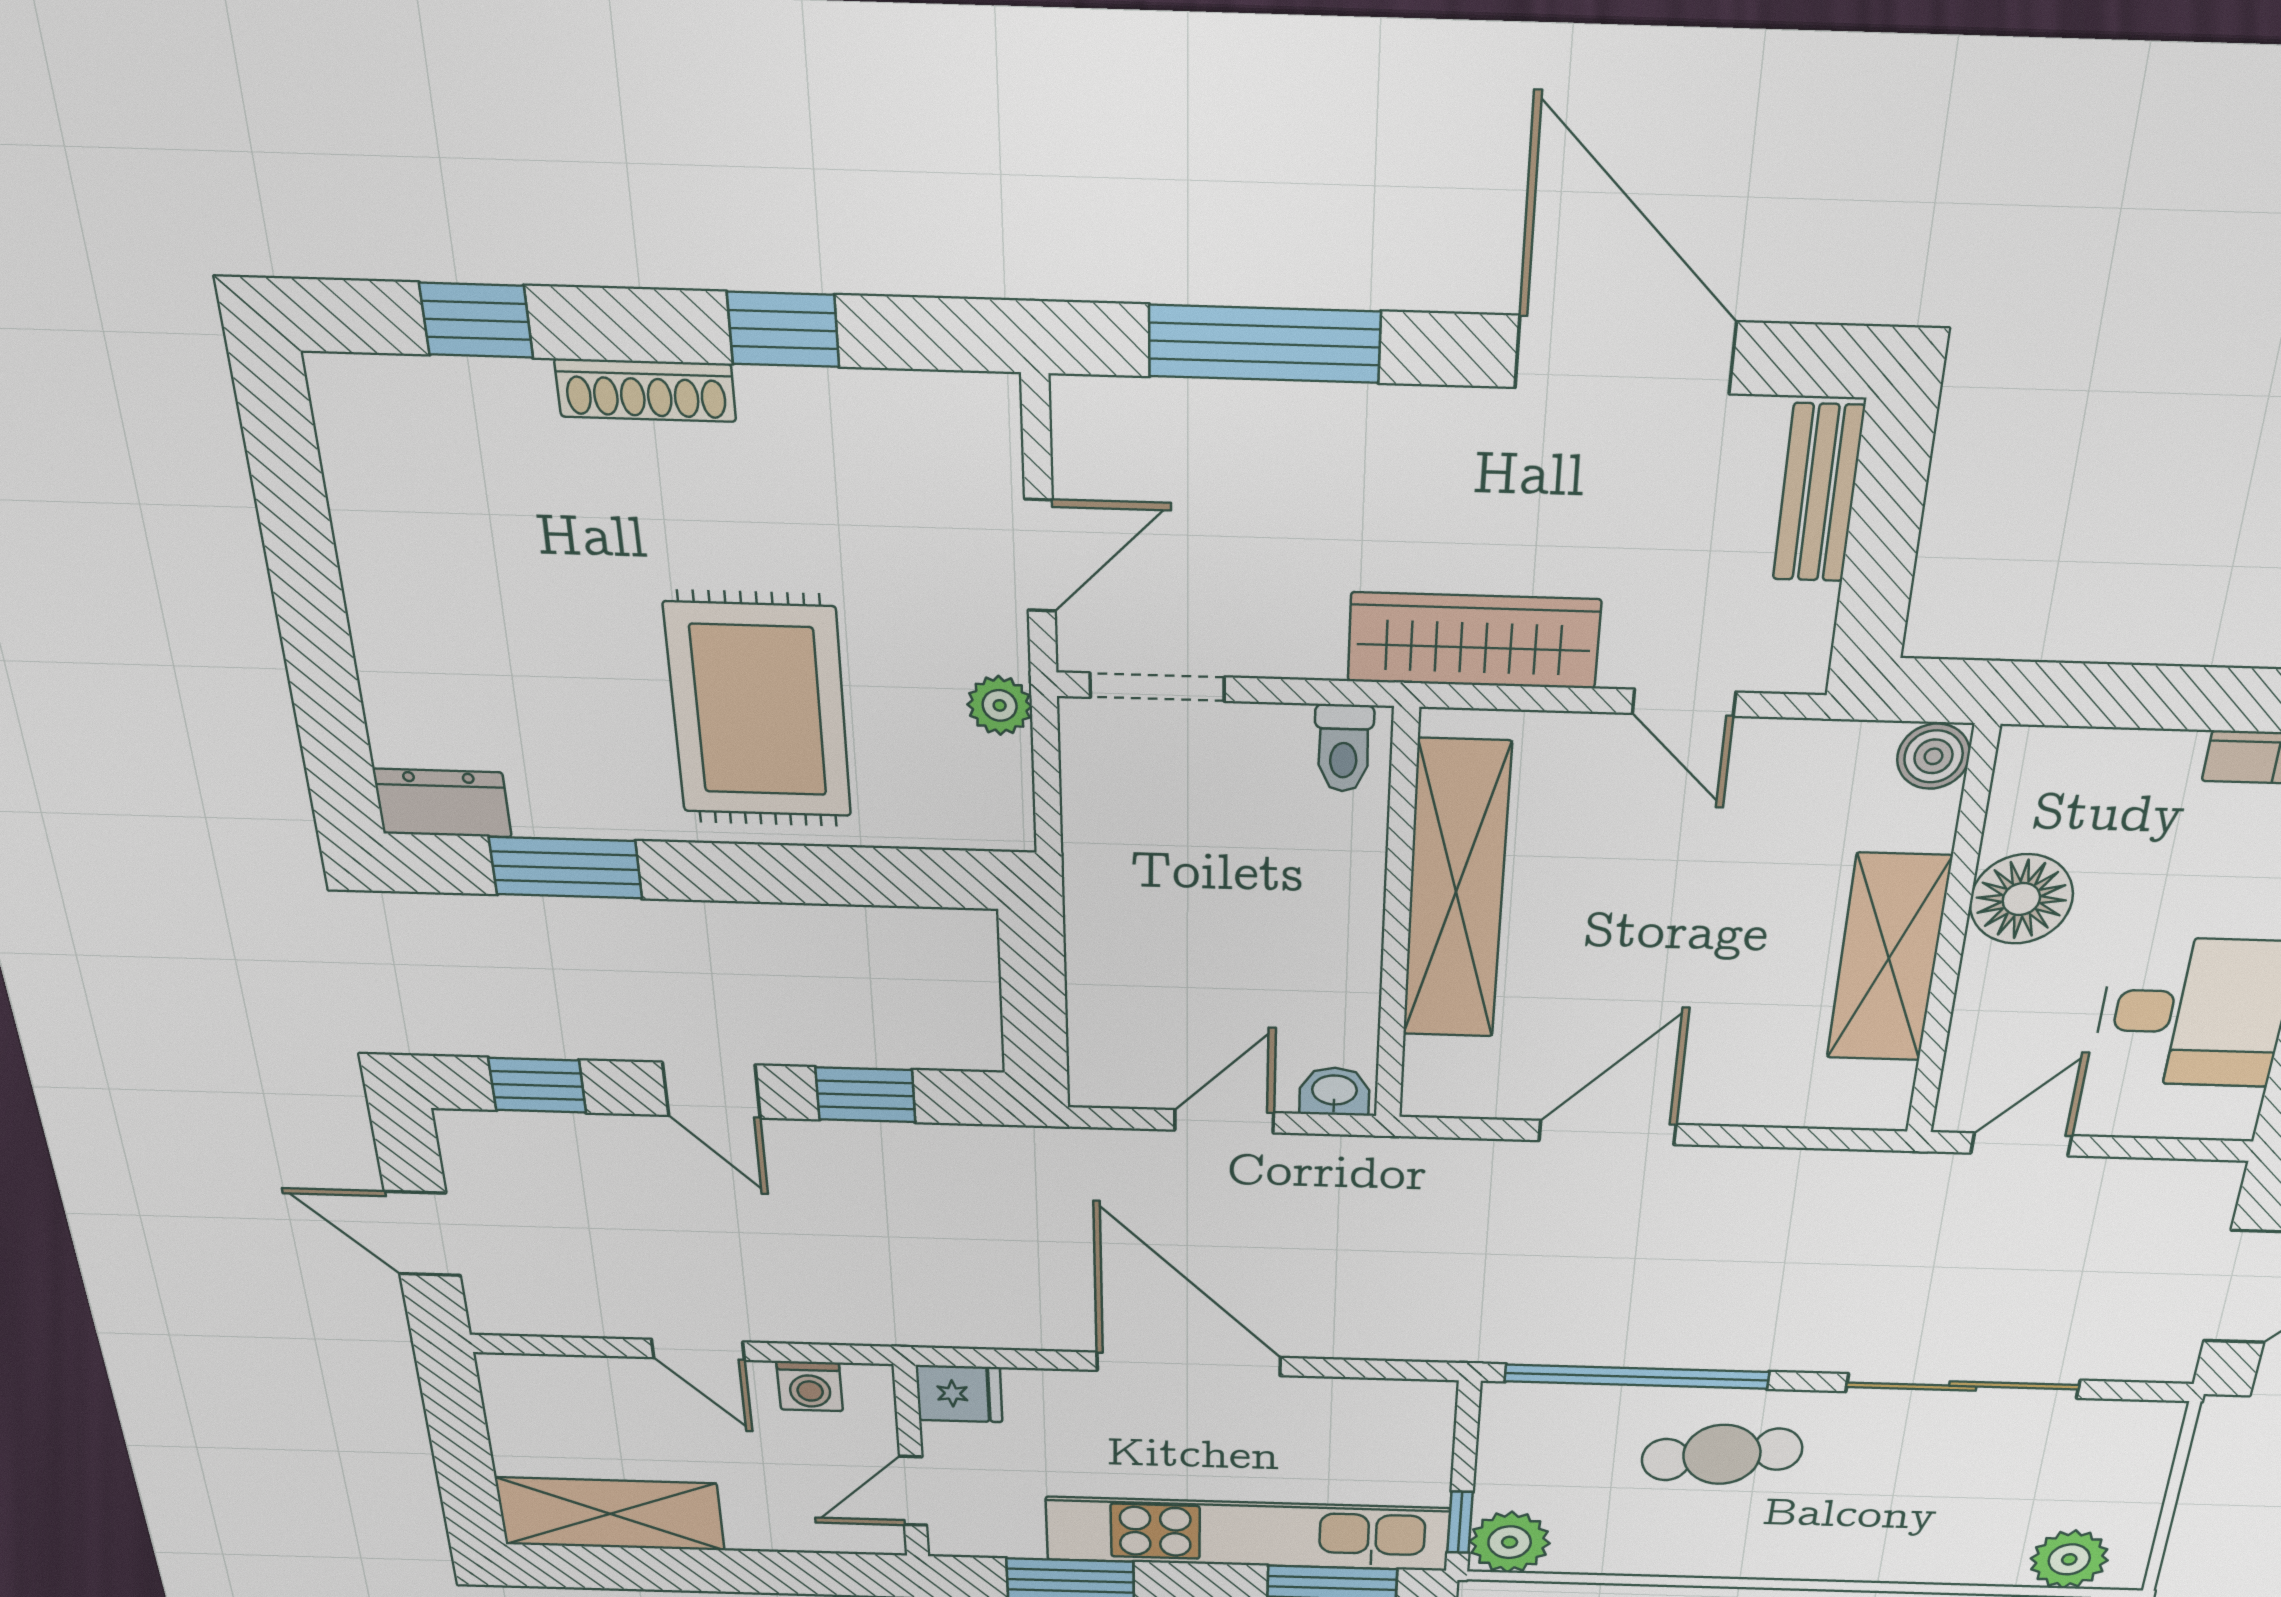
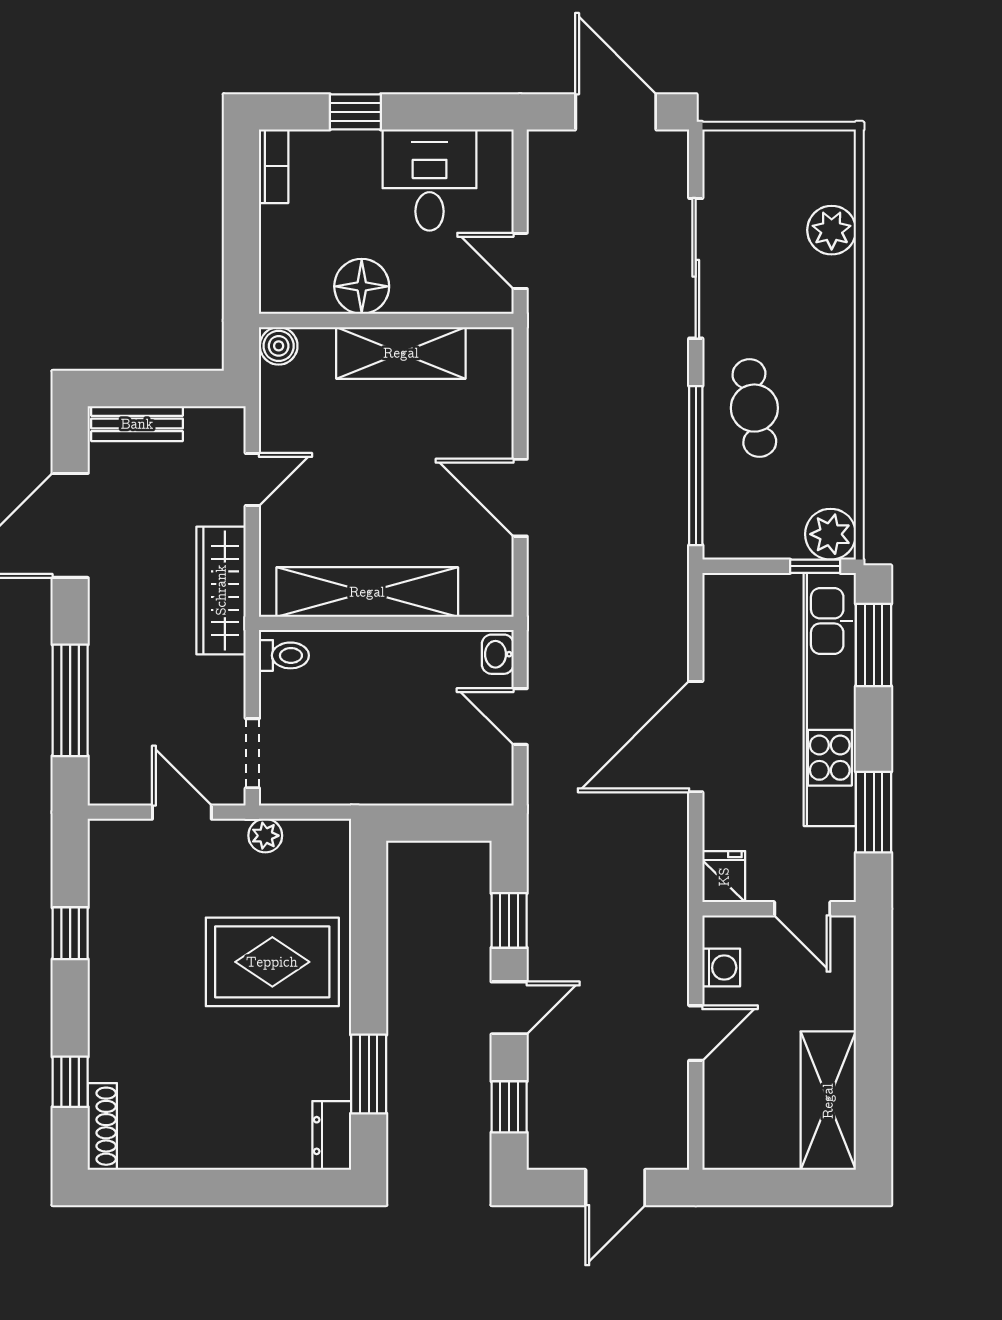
shoe rack: (645, 390) -> (102, 1126), moved
plant: (2069, 1559) -> (832, 230), moved

